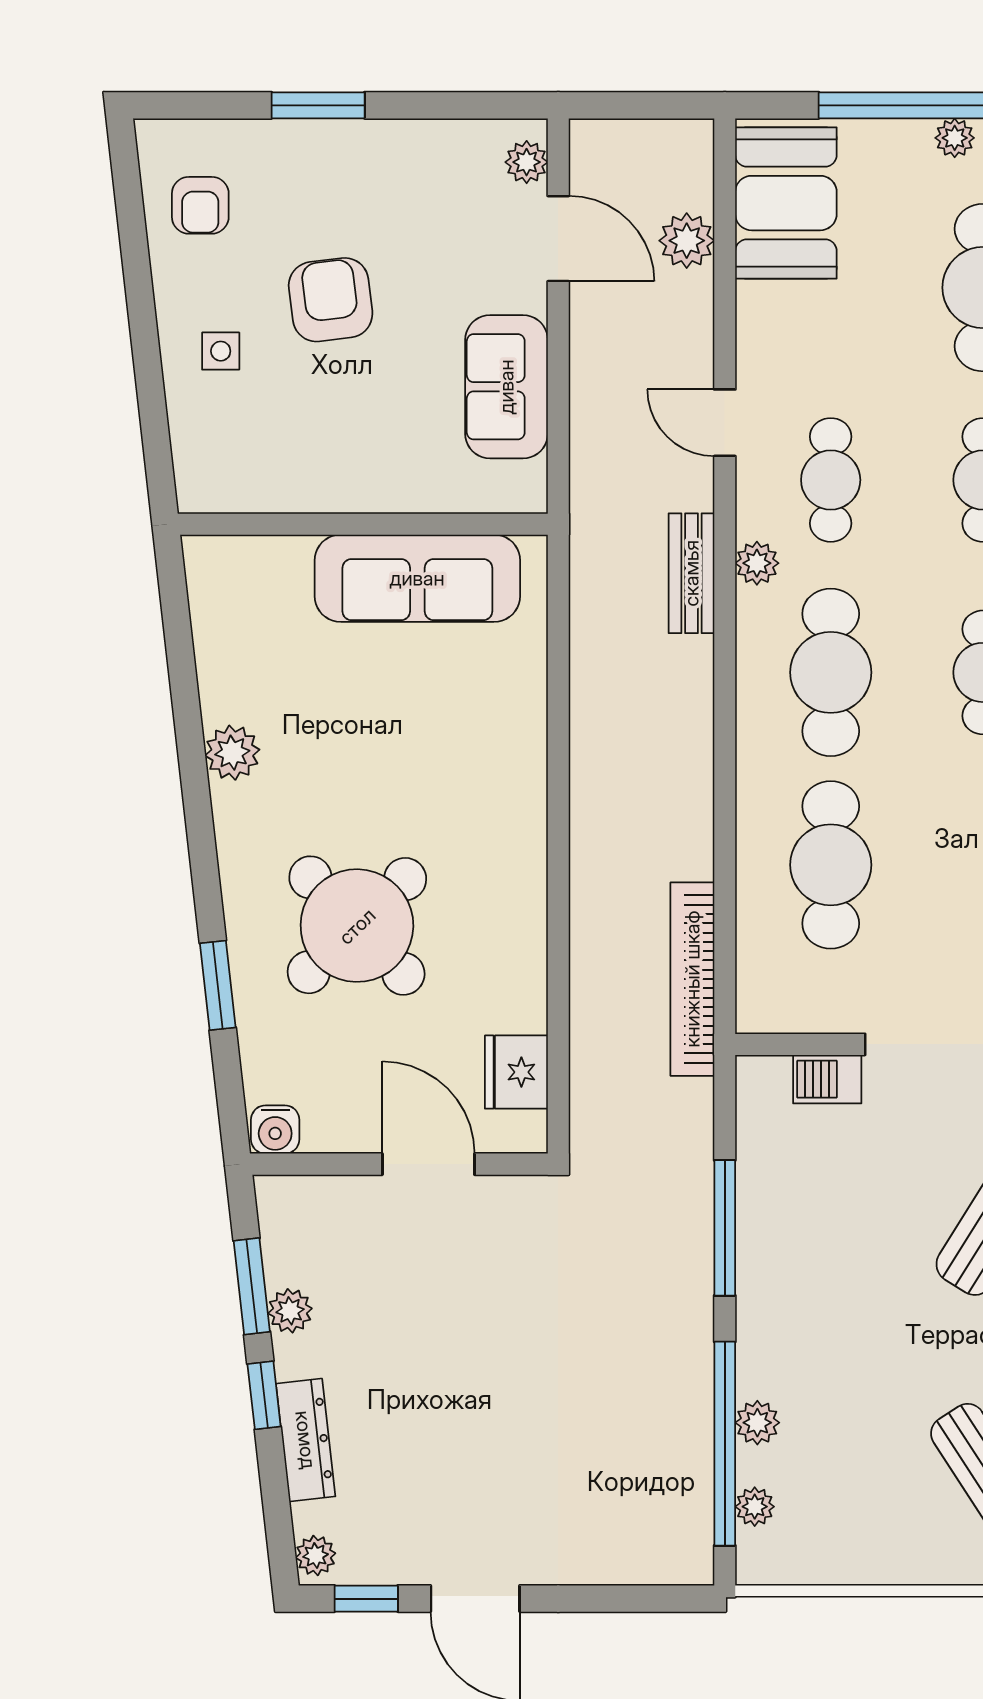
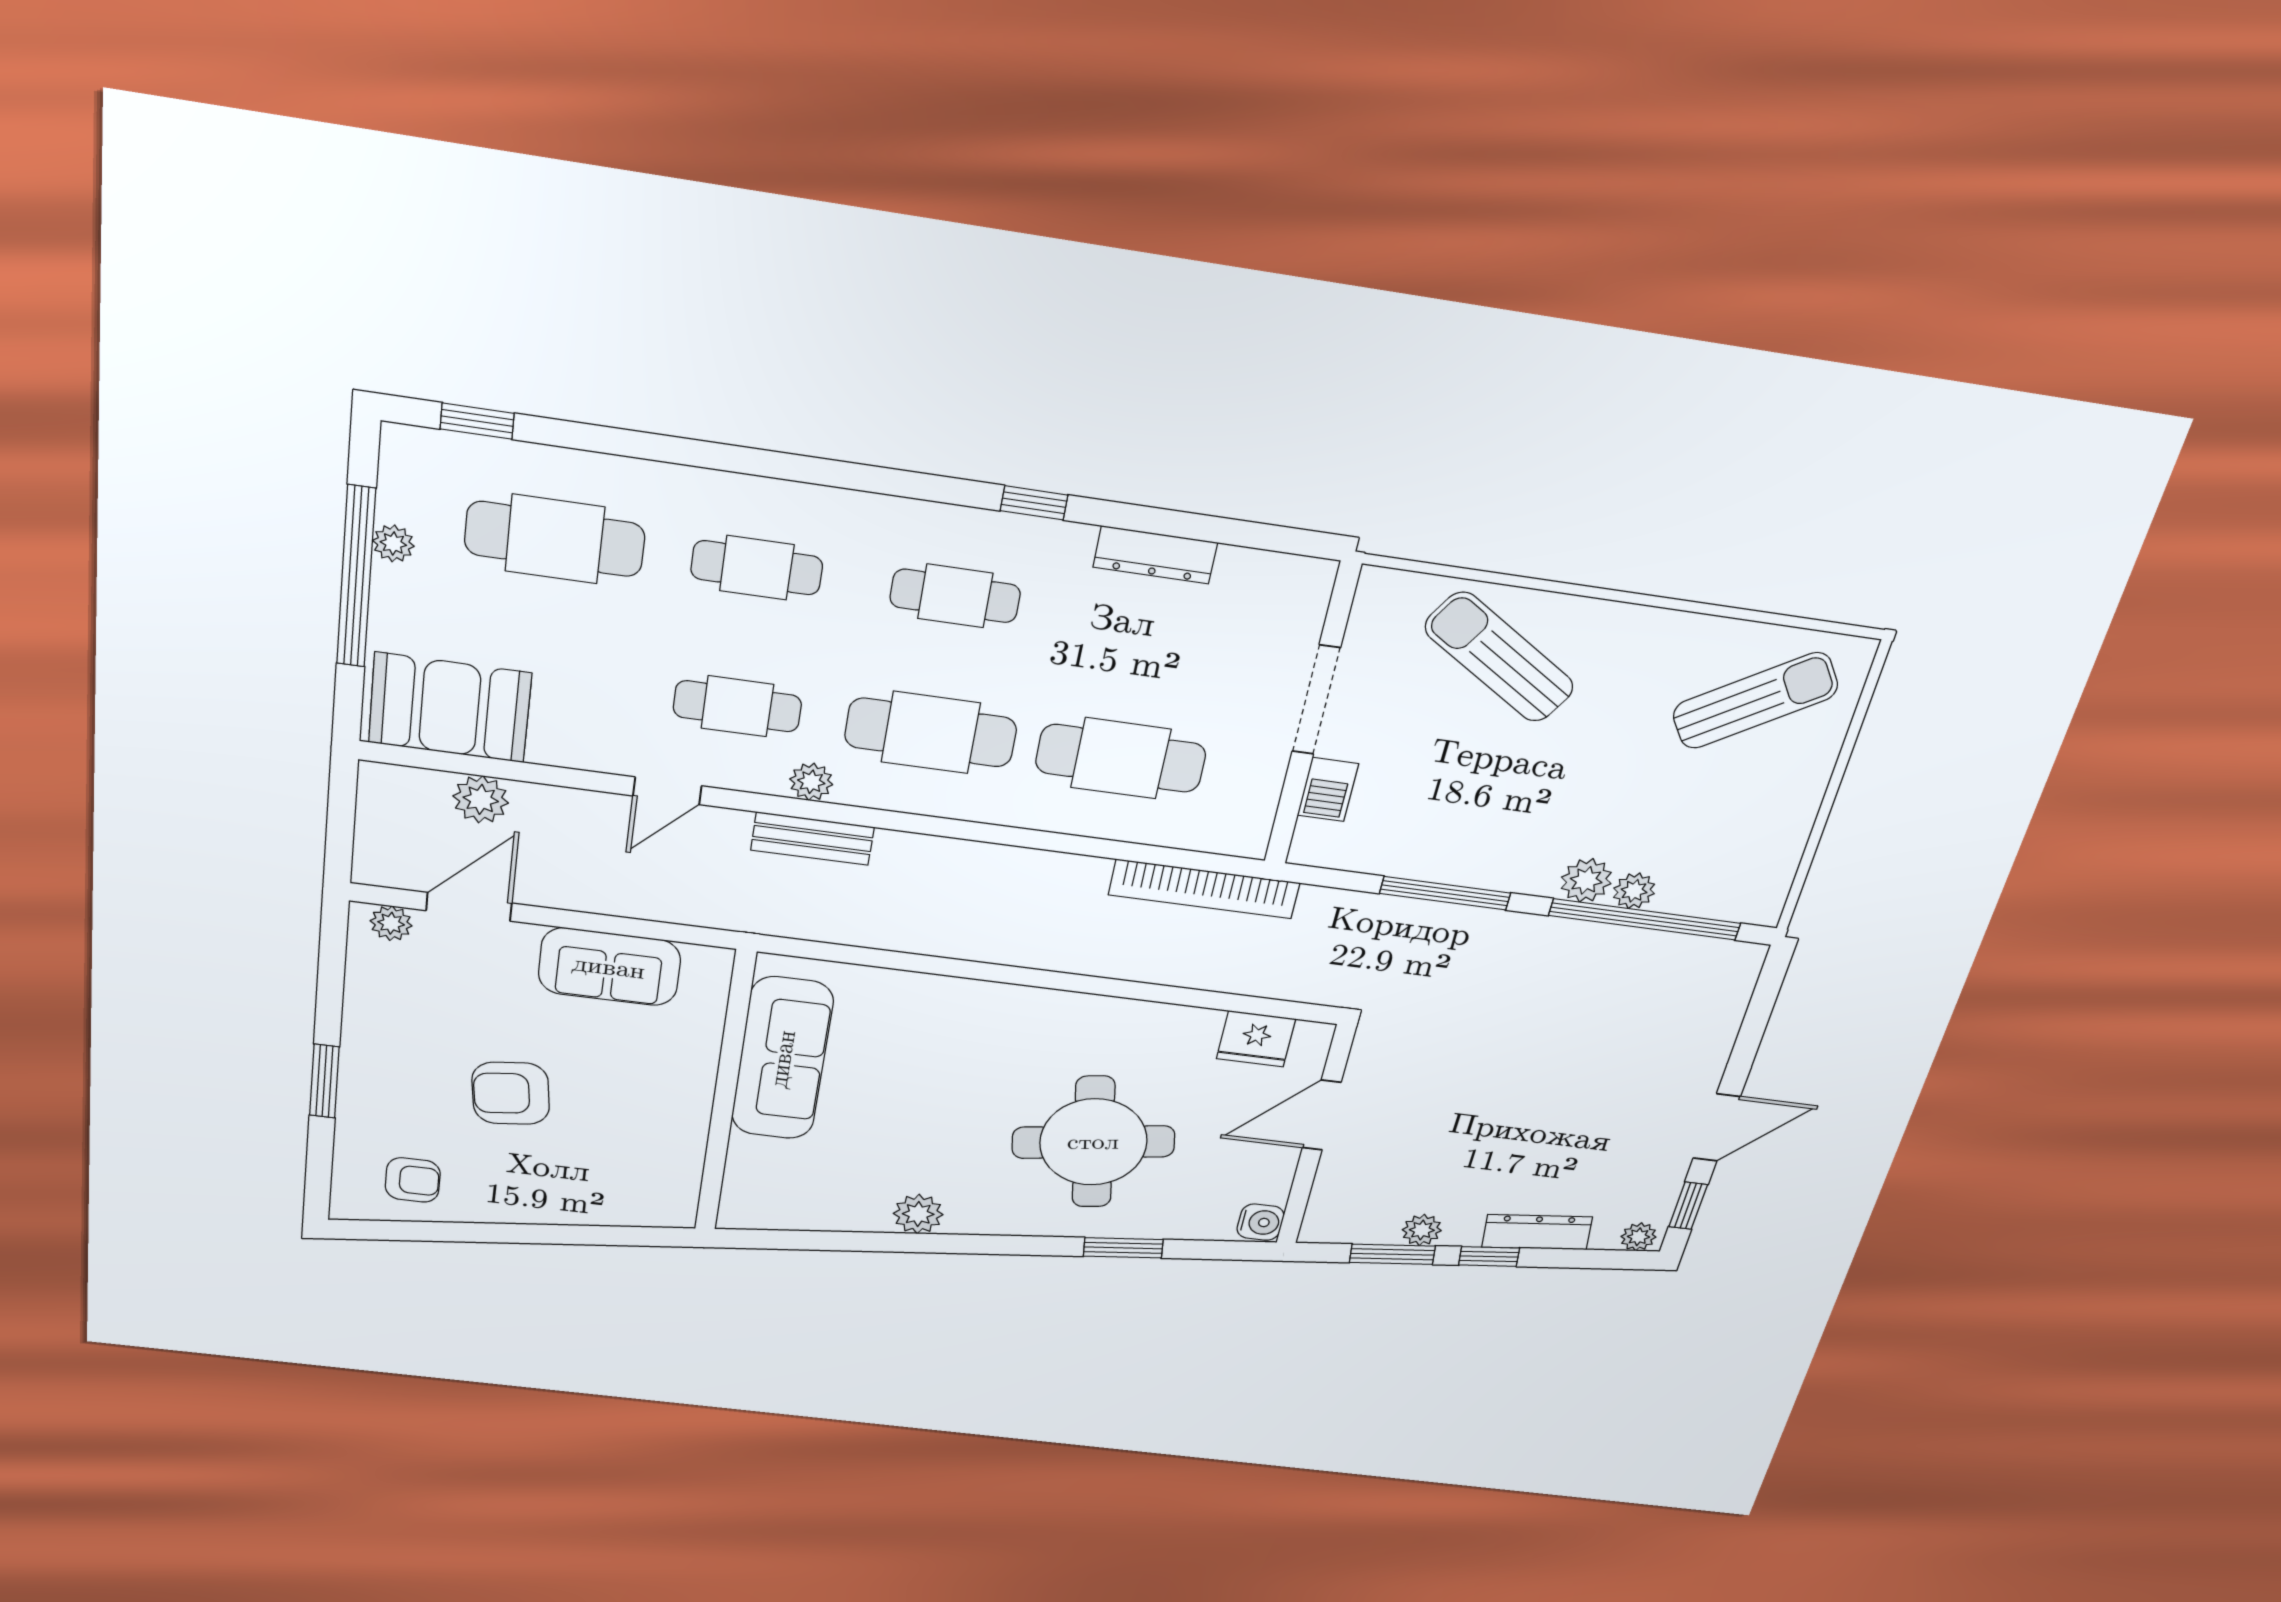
side table: (221, 351) -> (550, 1180), removed
round table: (357, 926) -> (1093, 1142), turned 35
plant: (755, 1507) -> (1586, 880), moved, width x1.38, depth x1.38

